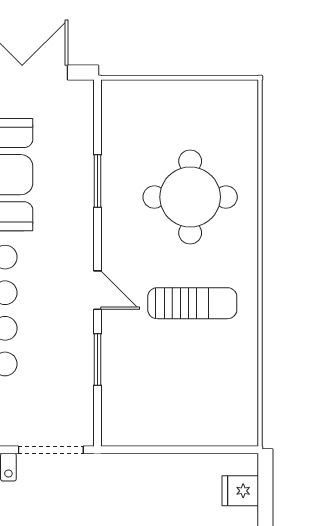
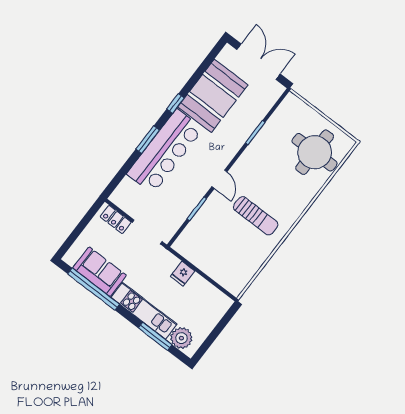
round table: (190, 197) -> (315, 152), moved
fridge: (240, 491) -> (183, 274), moved, turned -90

